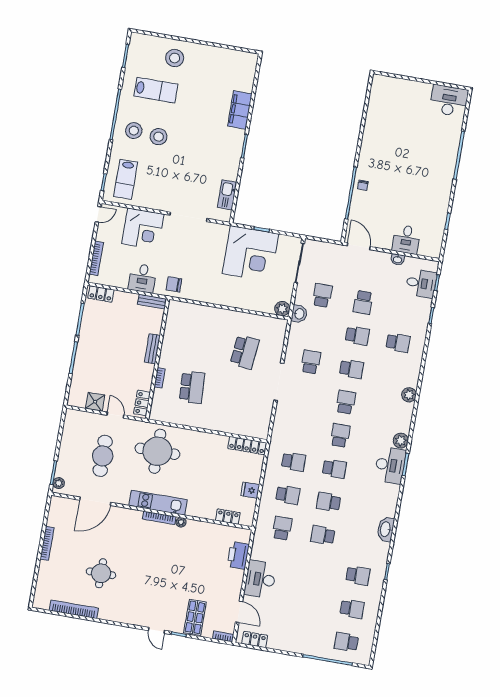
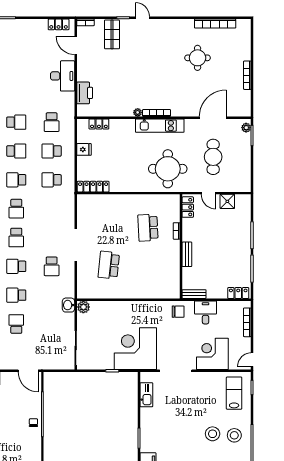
corner desk: (250, 254) -> (135, 349), moved
school desk: (322, 295) -> (52, 324), removed

